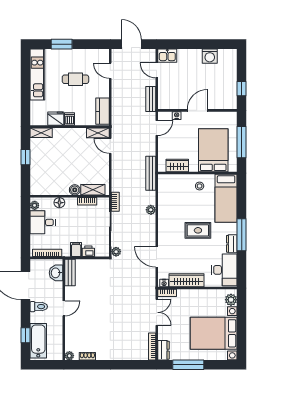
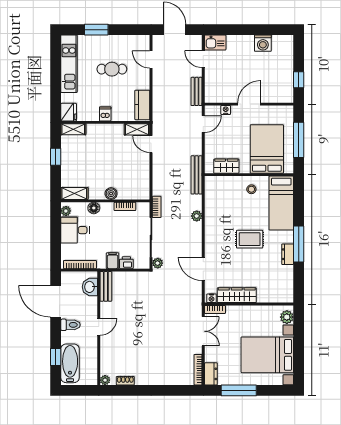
fridge: (56, 119) -> (69, 112), moved, turned 90
shelving: (93, 190) -> (74, 193), moved
desk: (224, 270) -> (279, 284), removed

